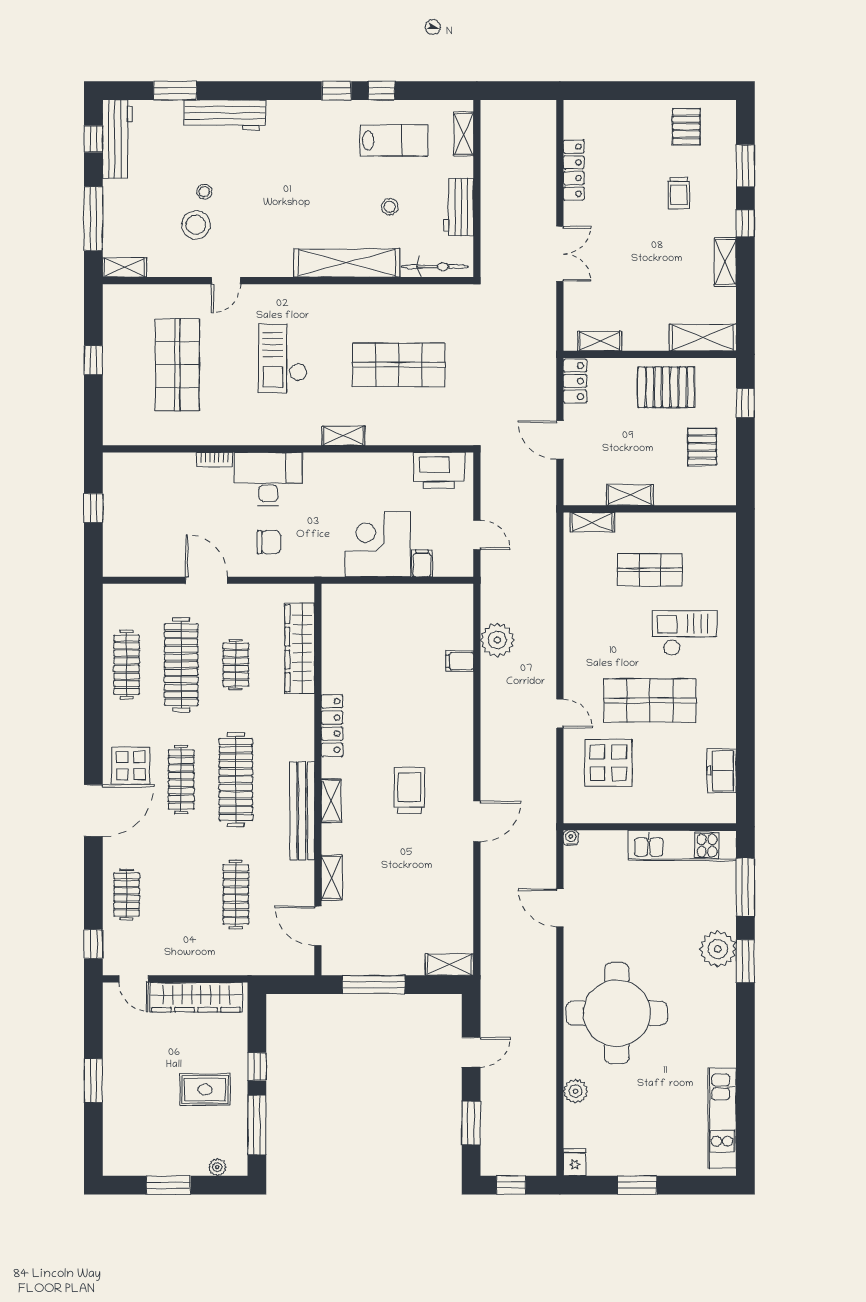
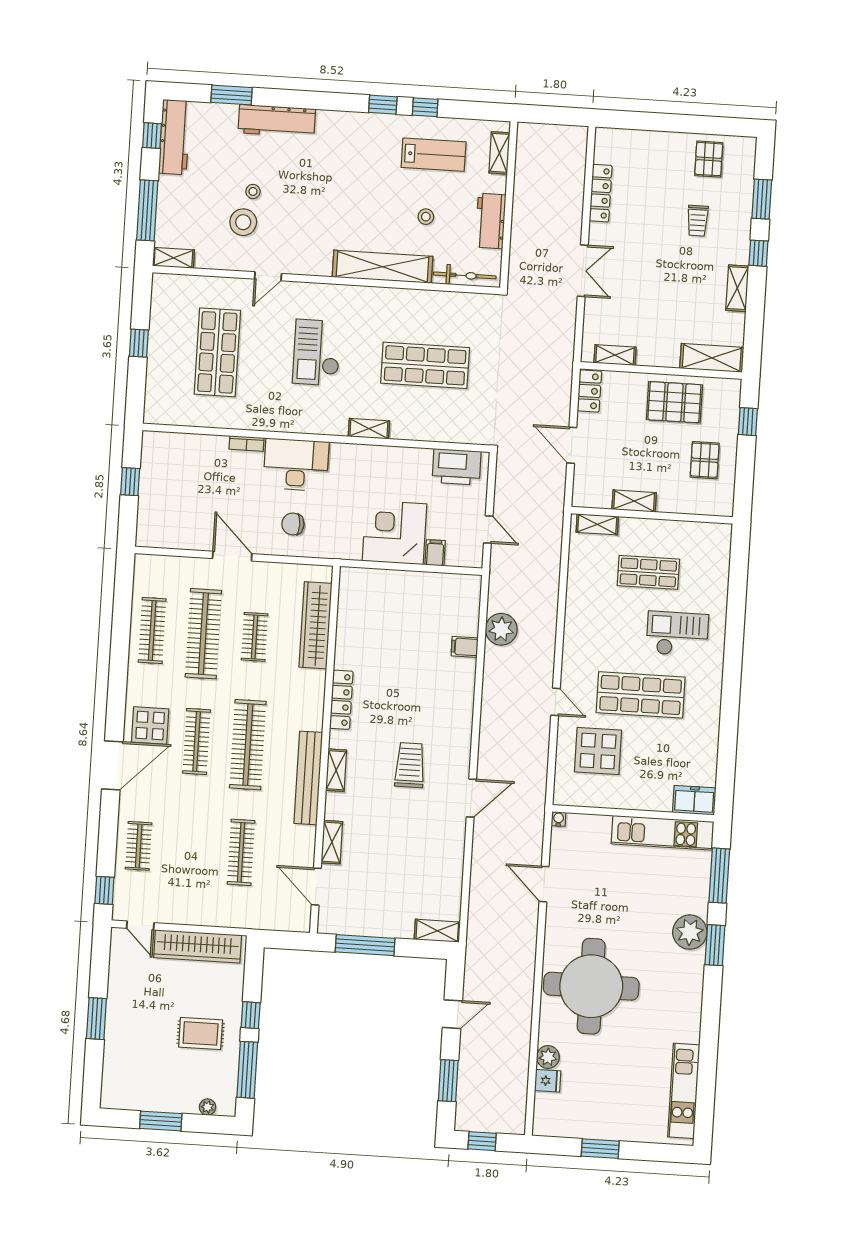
chair: (269, 542) -> (293, 524), turned 180
freezer: (722, 771) -> (694, 800), moved, turned 90
fridge: (575, 1162) -> (548, 1081), moved, turned 90

